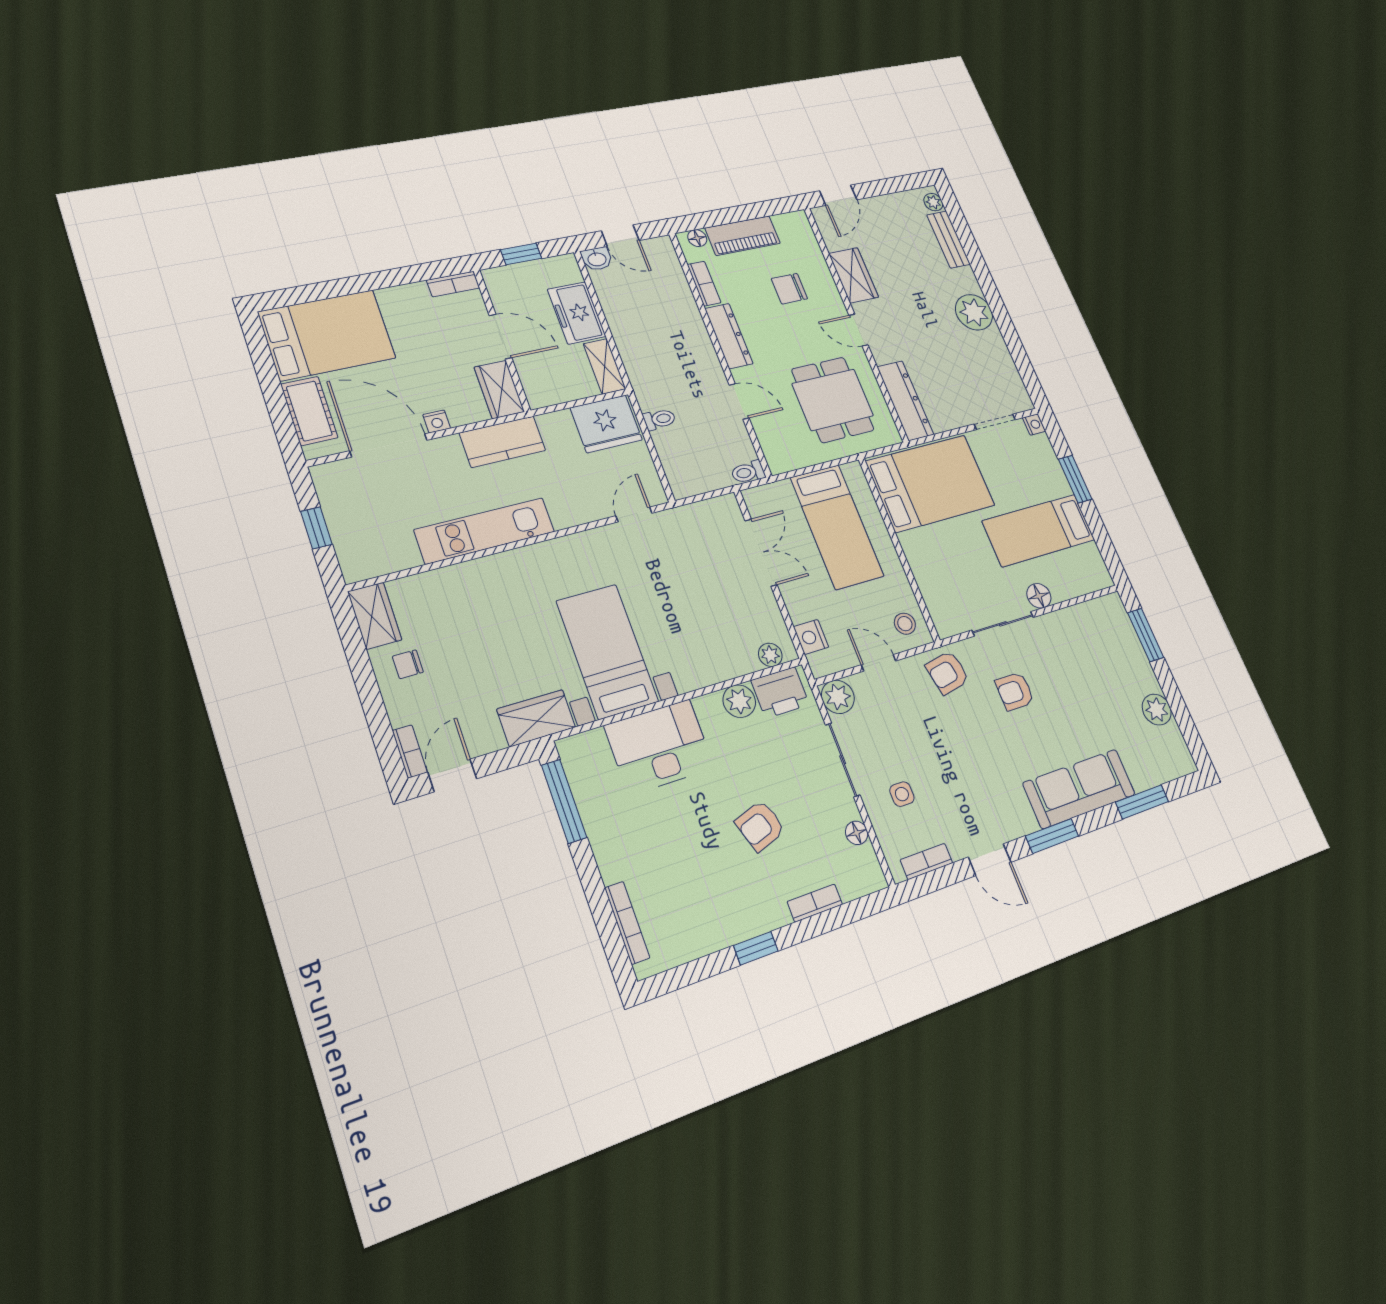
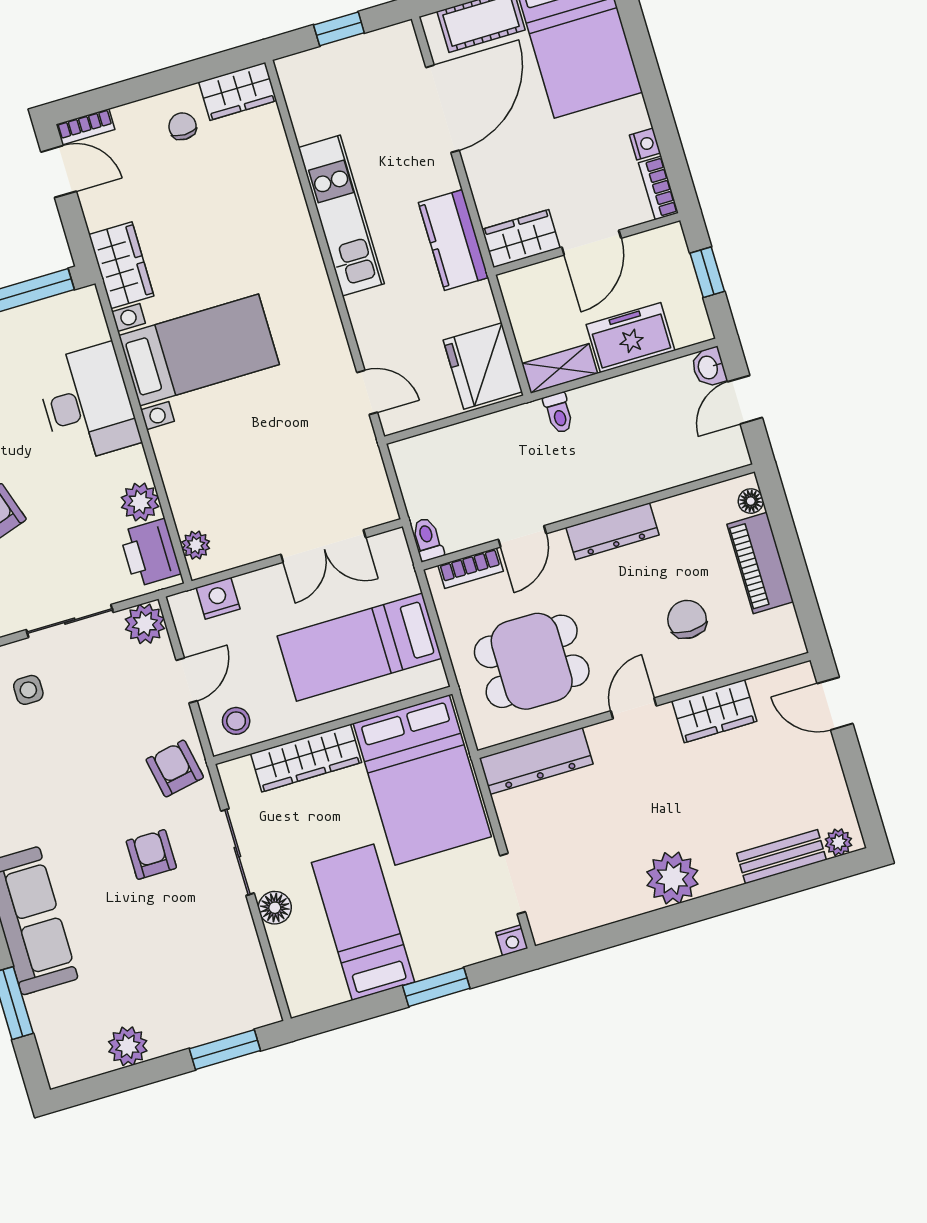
bookcase: (704, 284) -> (471, 568), moved
toilet: (659, 419) -> (559, 413), moved
nightstand: (437, 421) -> (645, 144), moved, turned 180
wardrobe: (926, 570) -> (306, 758), added

